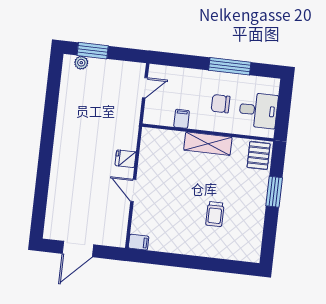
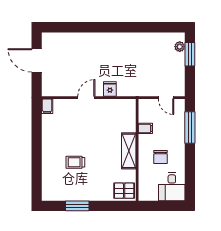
window: (230, 66) -> (190, 128), moved
chair: (221, 104) -> (160, 157), turned 180
desk: (258, 110) -> (172, 187), moved
window: (274, 192) -> (77, 206), moved

